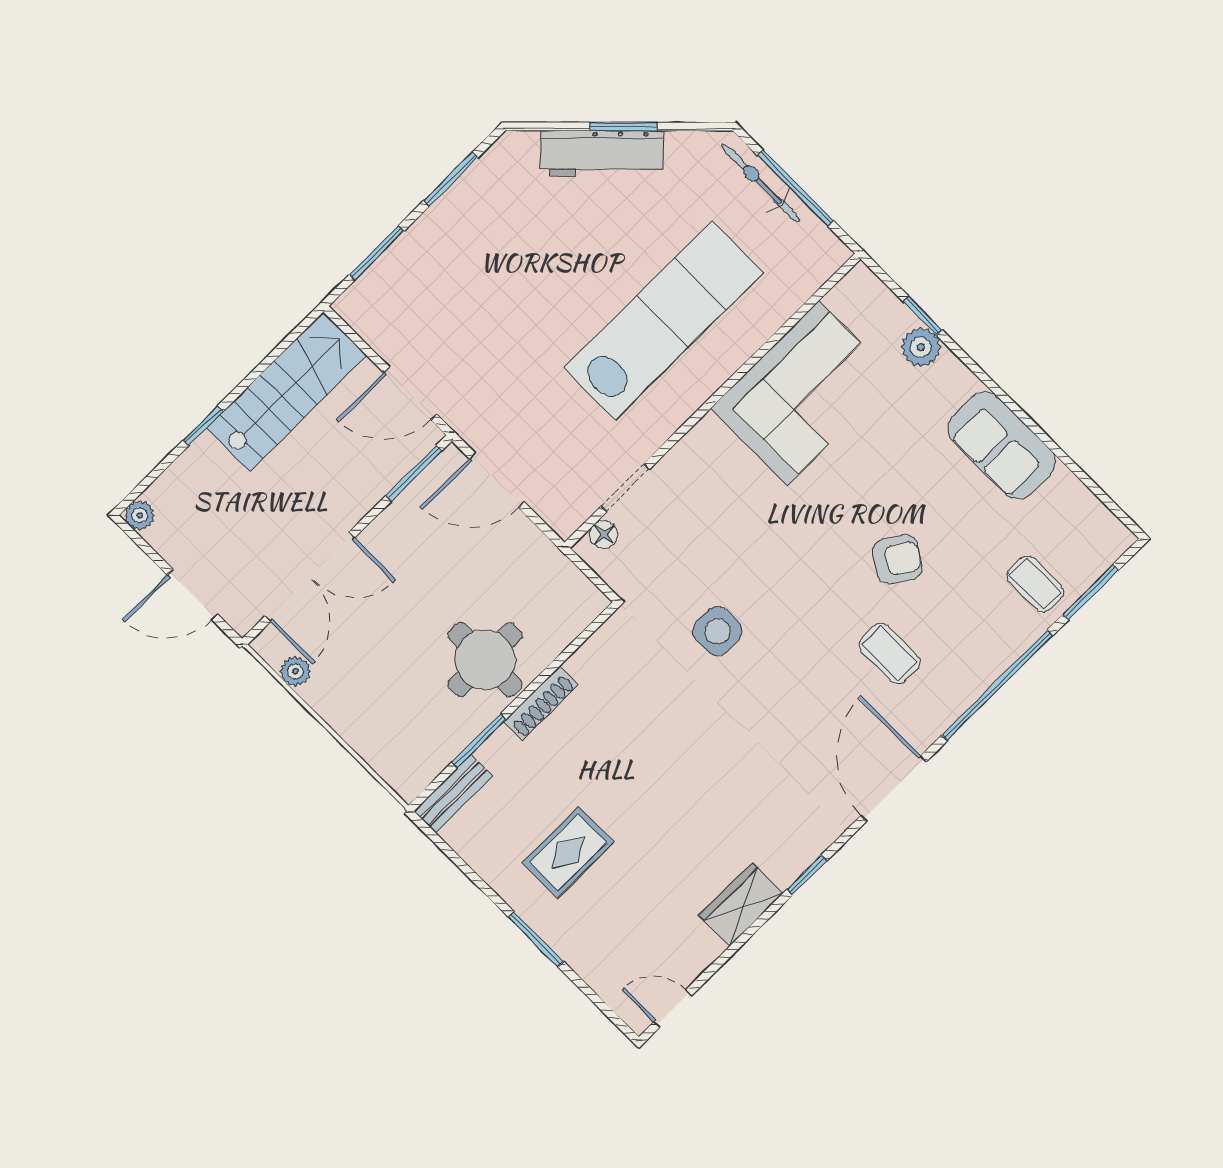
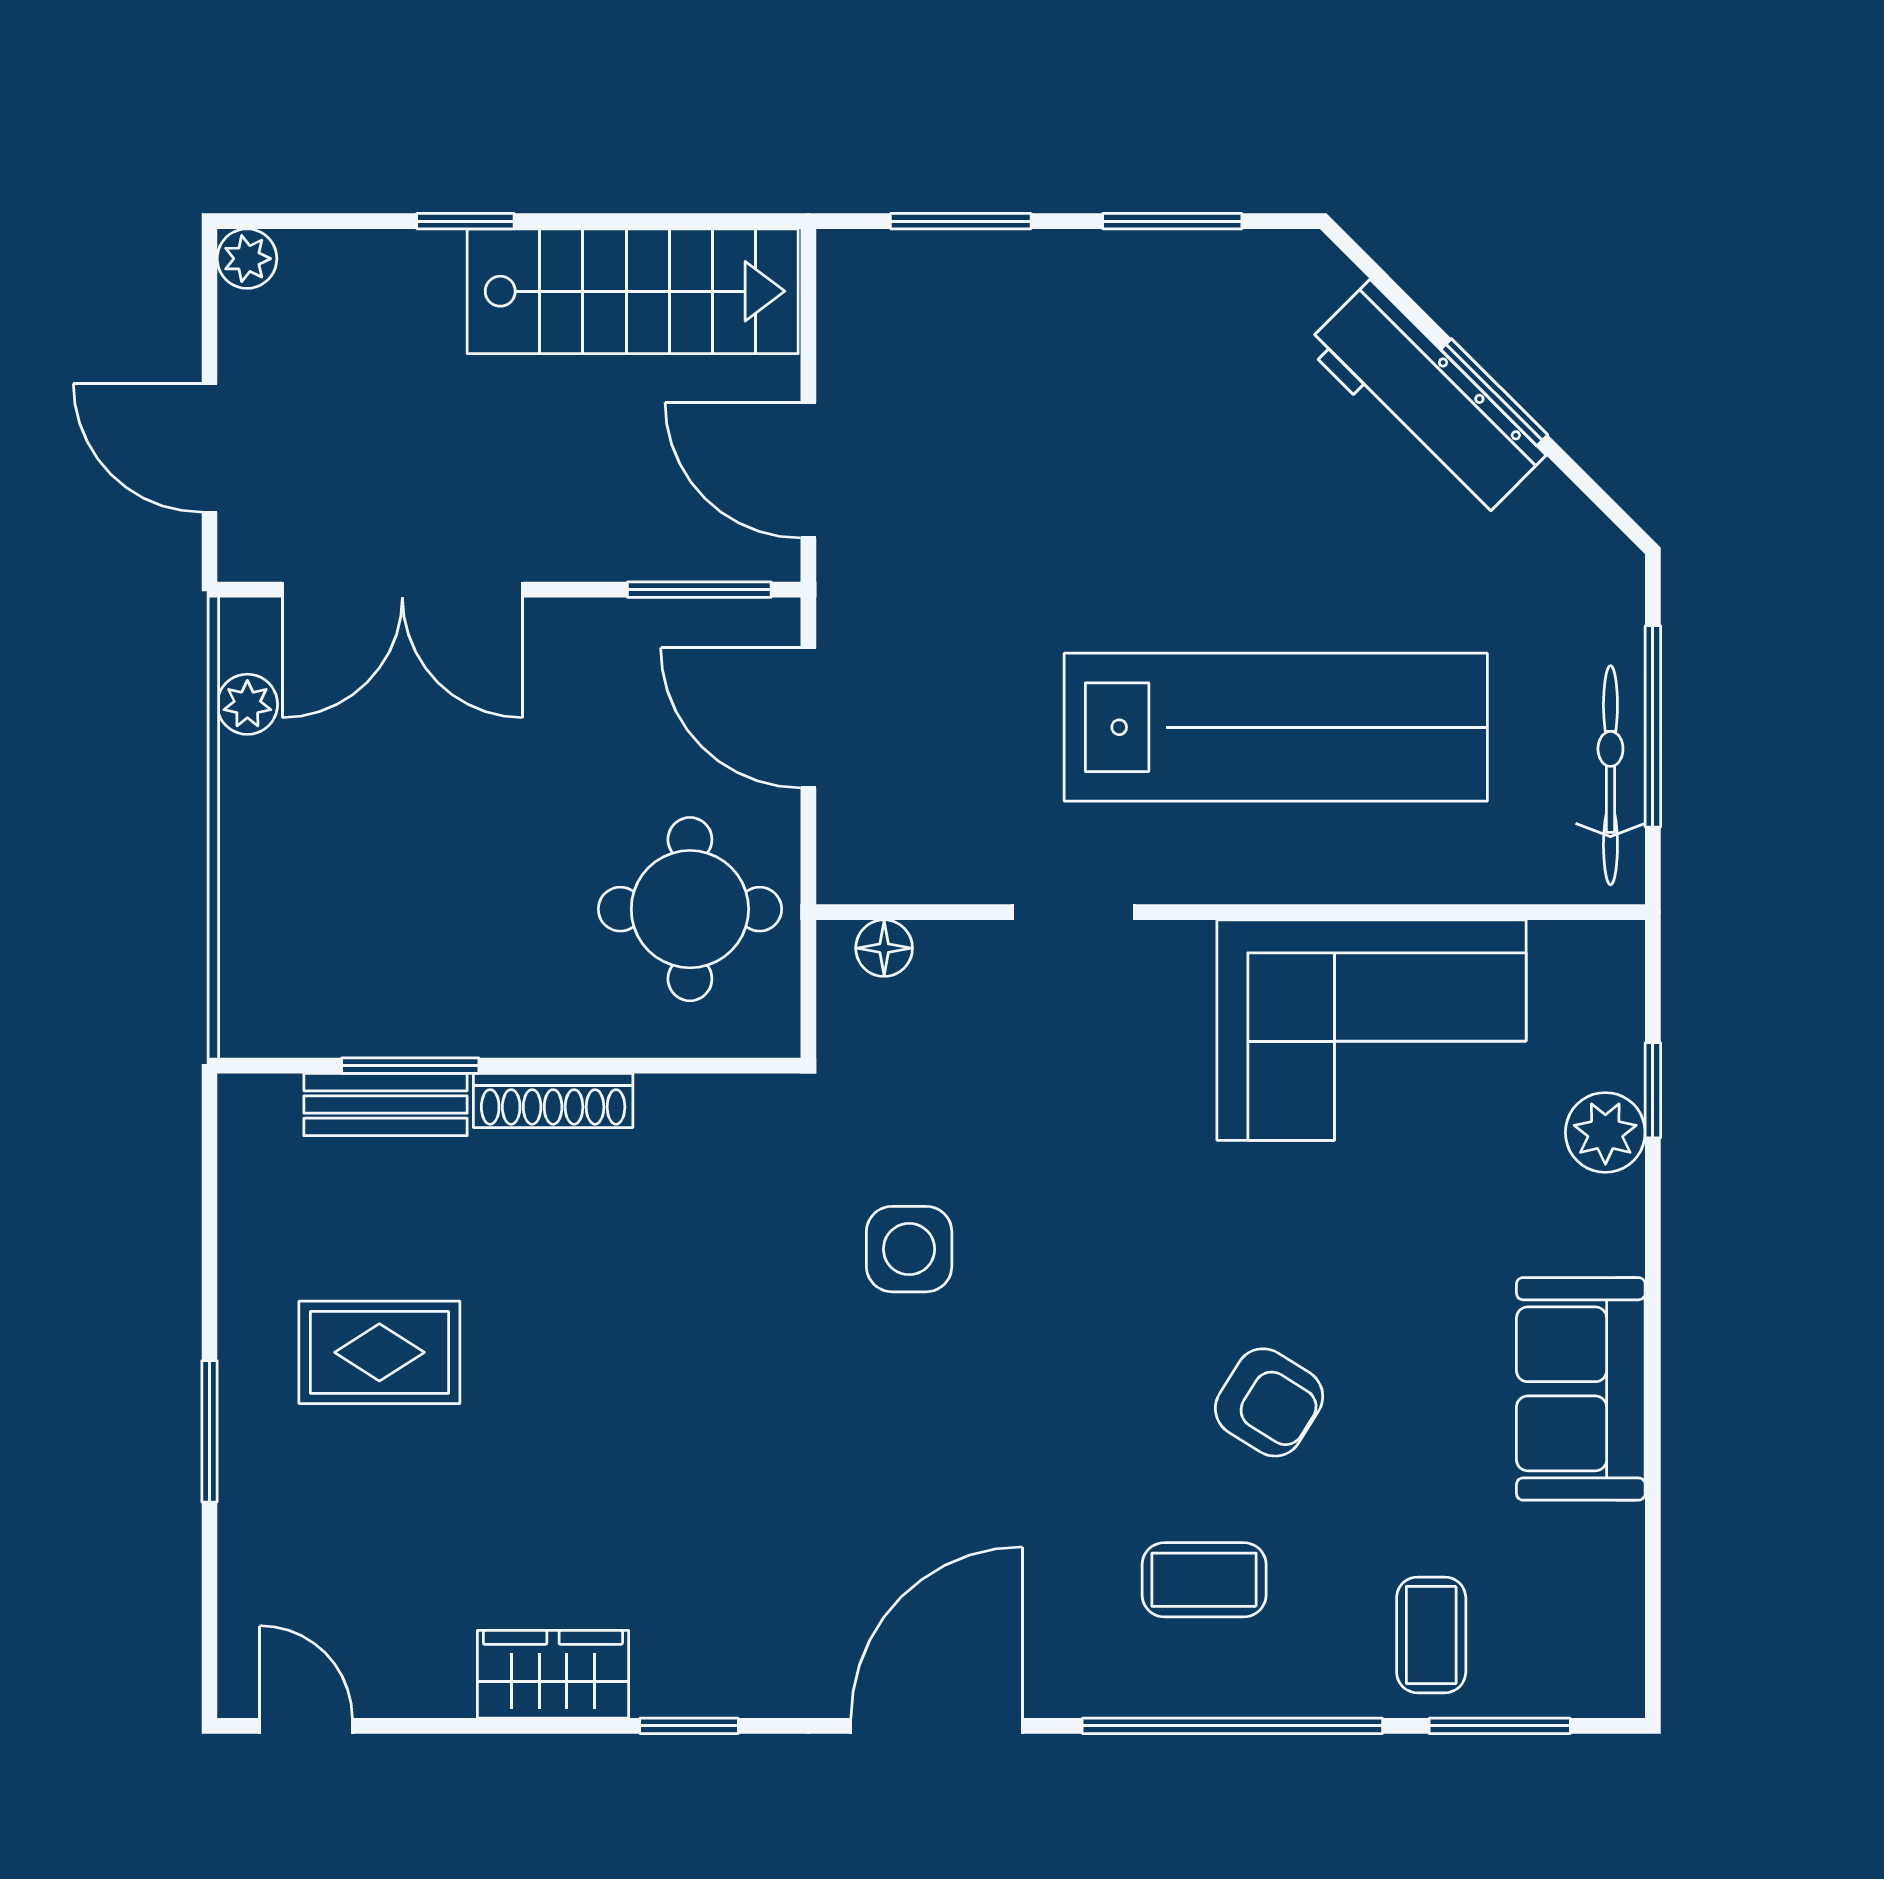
bicycle: (760, 183) -> (1610, 775), moved
doorway: (625, 488) -> (1074, 912), moved
coffee table: (889, 654) -> (1204, 1580), moved, turned 90
round table: (485, 660) -> (690, 909), moved
bench: (453, 794) -> (385, 1105), moved

